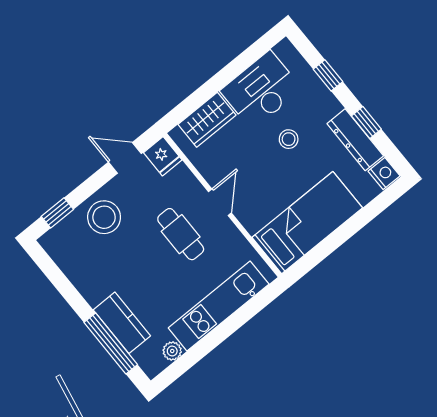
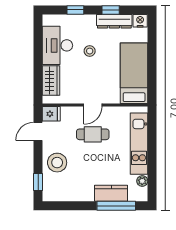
door: (220, 202) -> (93, 105), swing flipped

